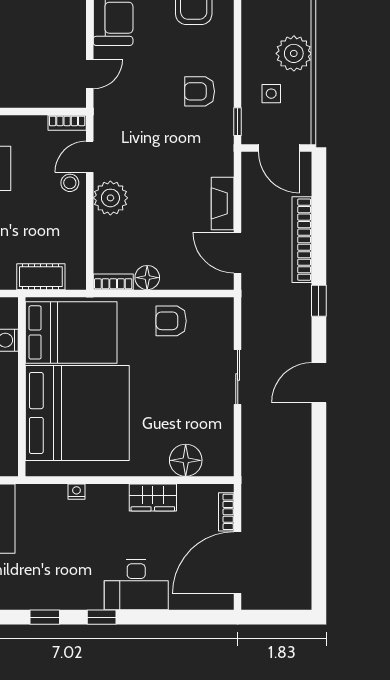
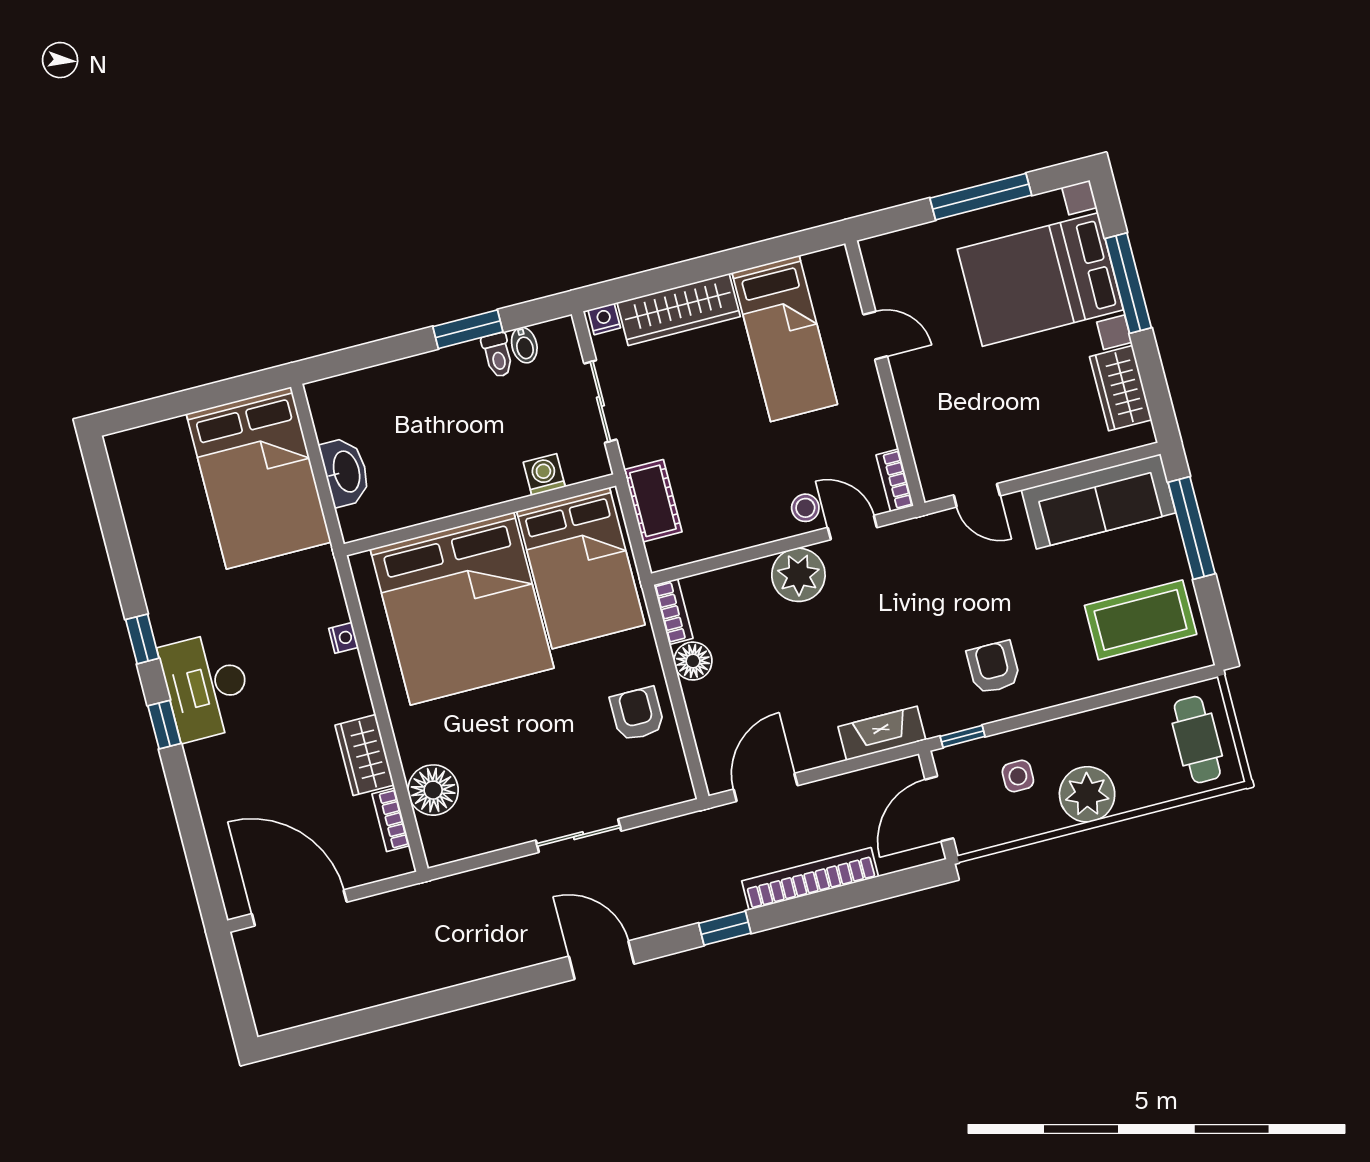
fireplace: (223, 203) -> (882, 733), moved
bookcase: (226, 512) -> (391, 820), moved, turned -90
desk: (136, 585) -> (207, 686), moved

